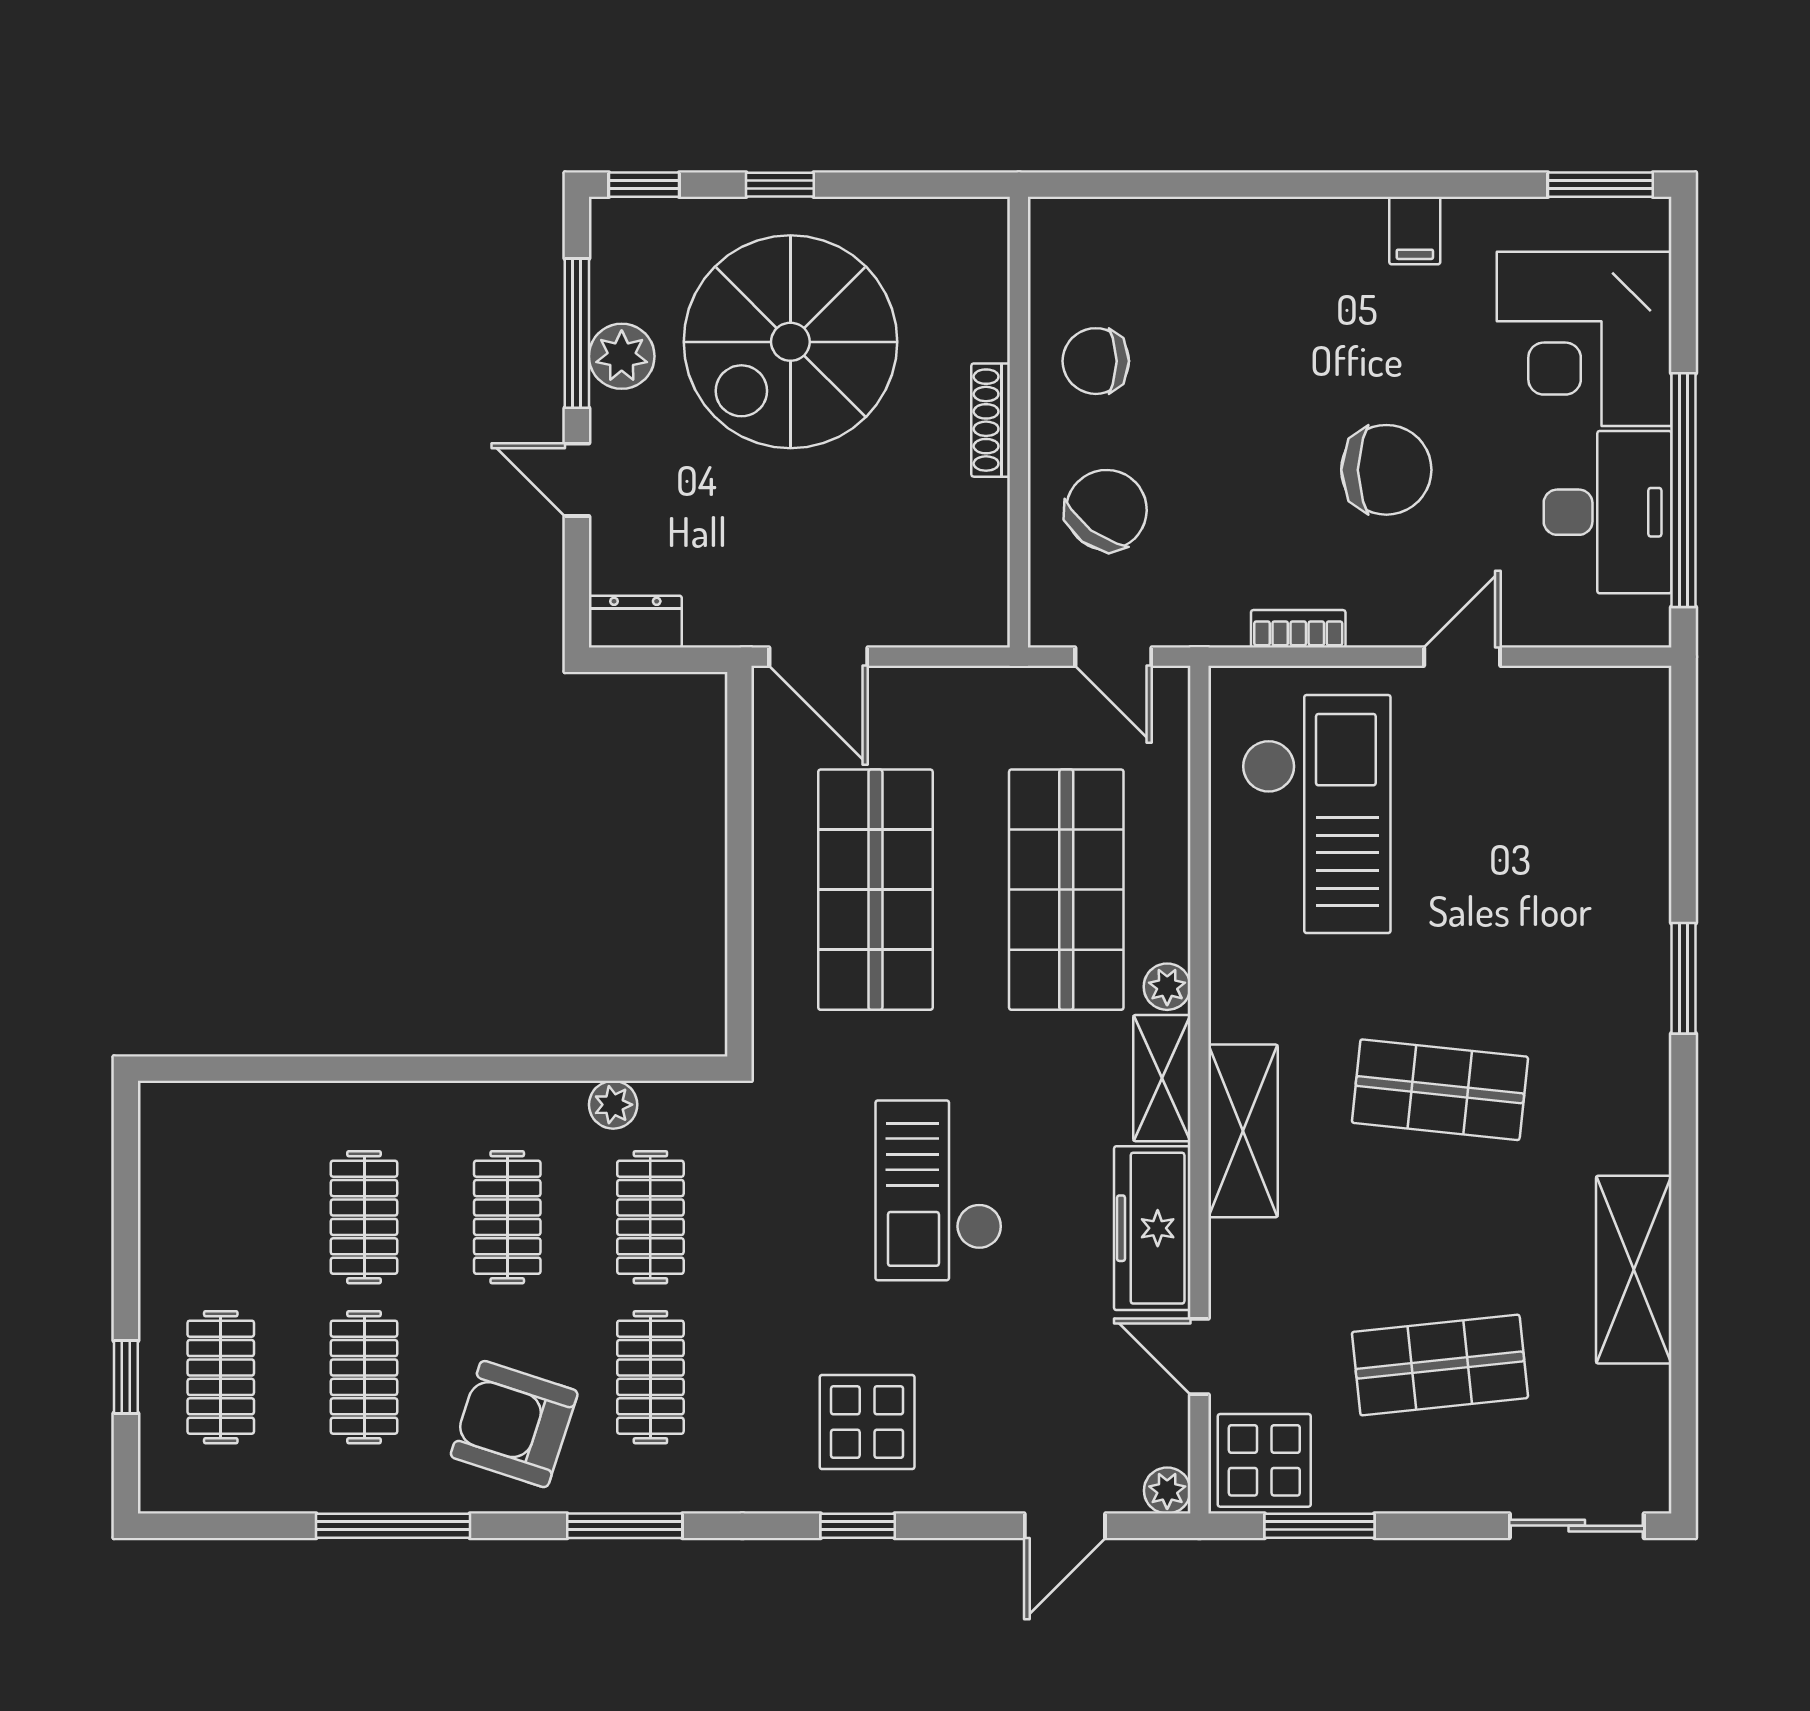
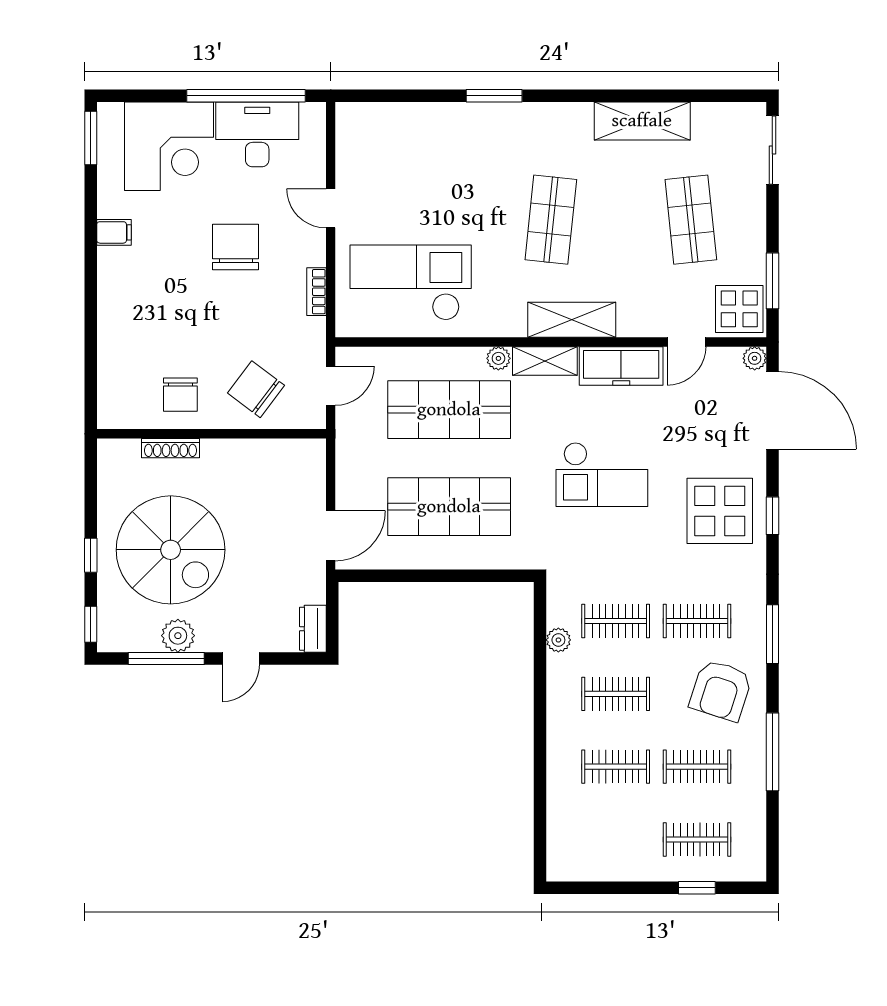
shoe rack: (991, 420) -> (170, 448), moved
display table: (867, 1422) -> (720, 511), width x1.36, depth x1.36
door: (1065, 1526) -> (772, 410), width x1.88

